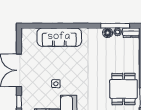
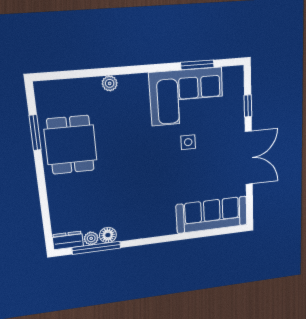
sofa: (59, 37) -> (212, 215), moved

